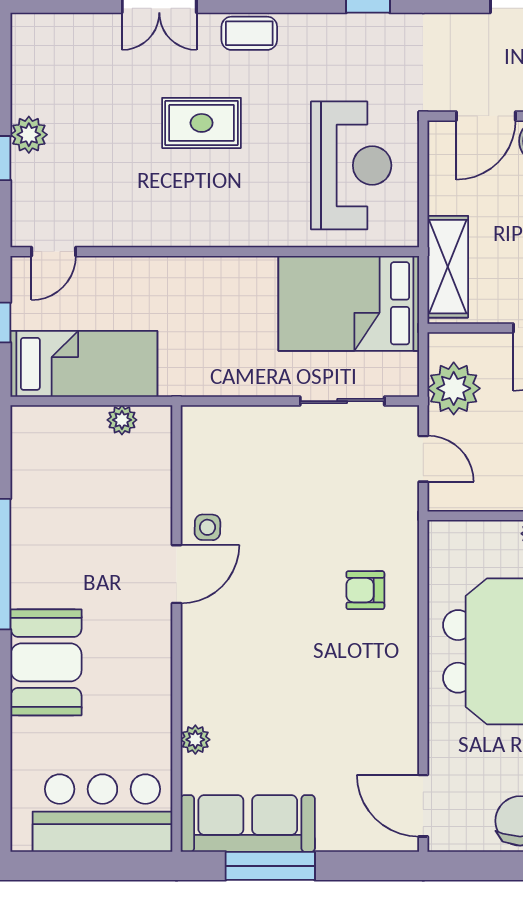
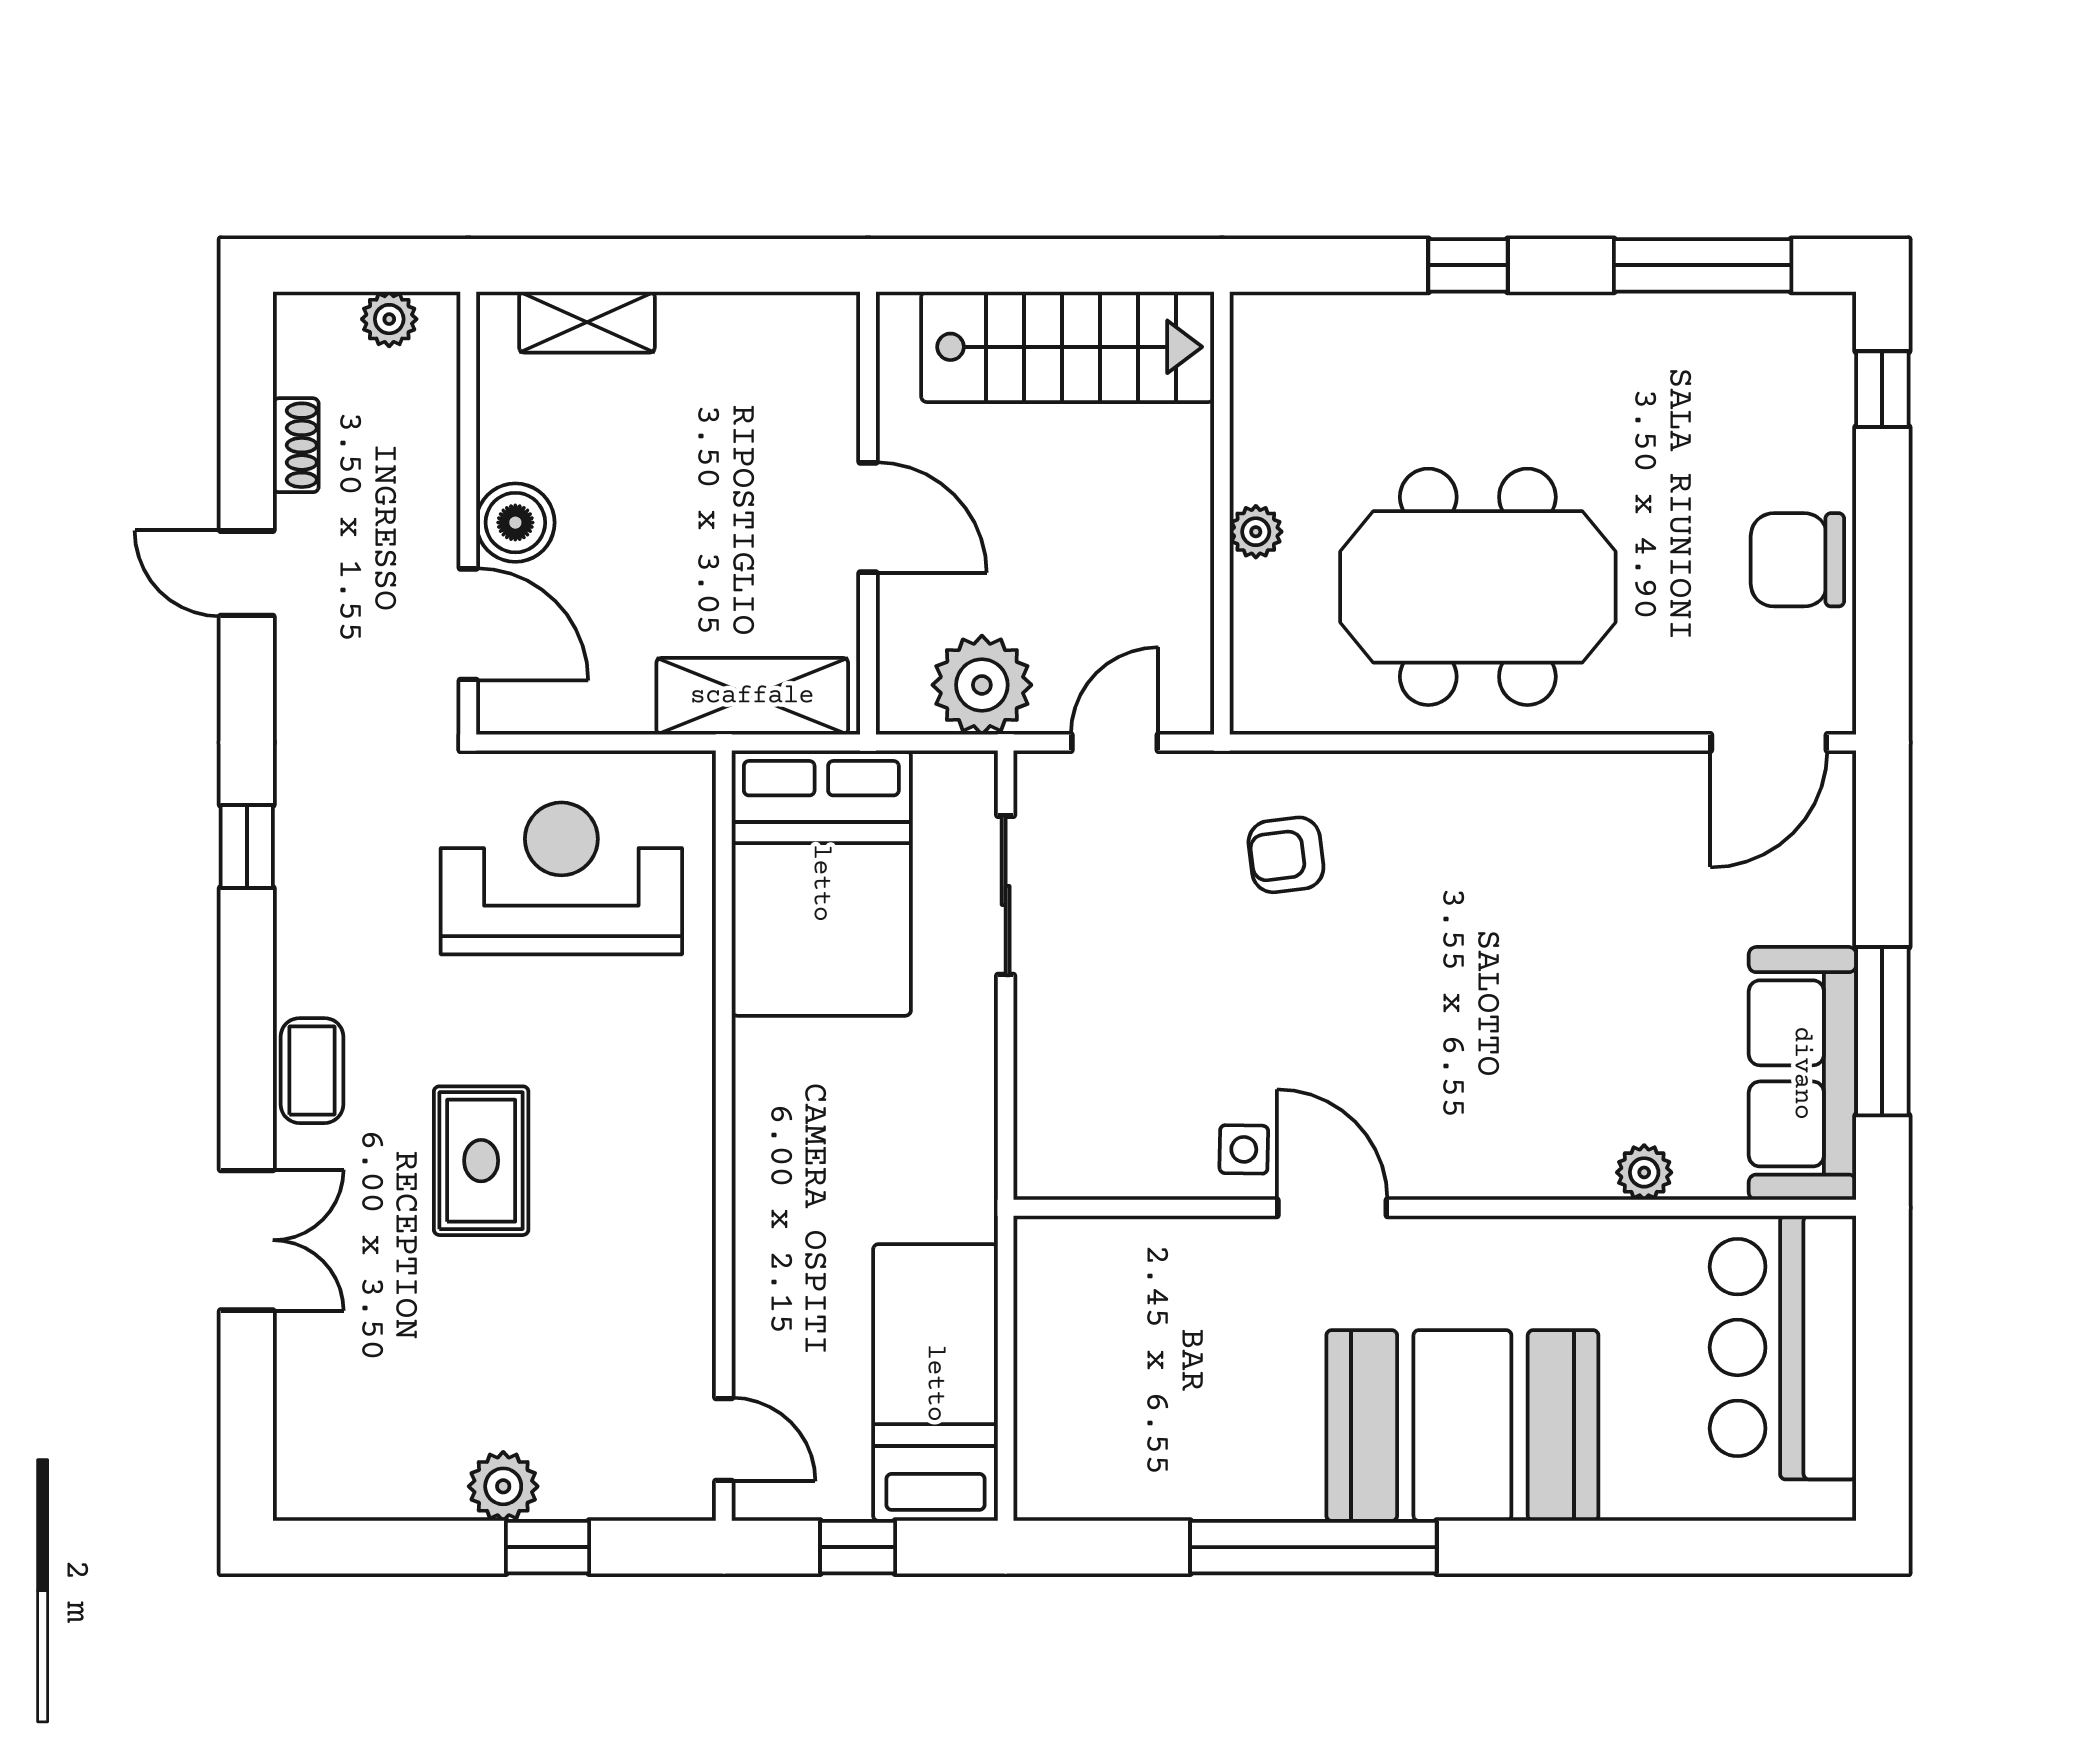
plant: (122, 420) -> (1041, 1311), removed
armchair: (365, 590) -> (1286, 855), moved, turned 83
booth: (46, 662) -> (1462, 1426), width x1.36, depth x1.42

